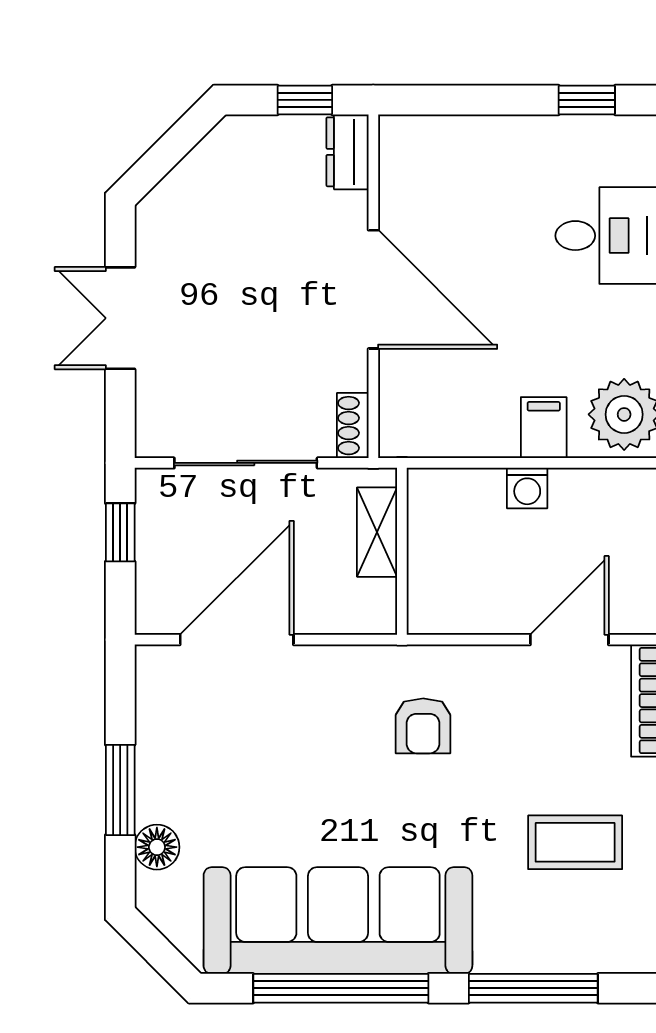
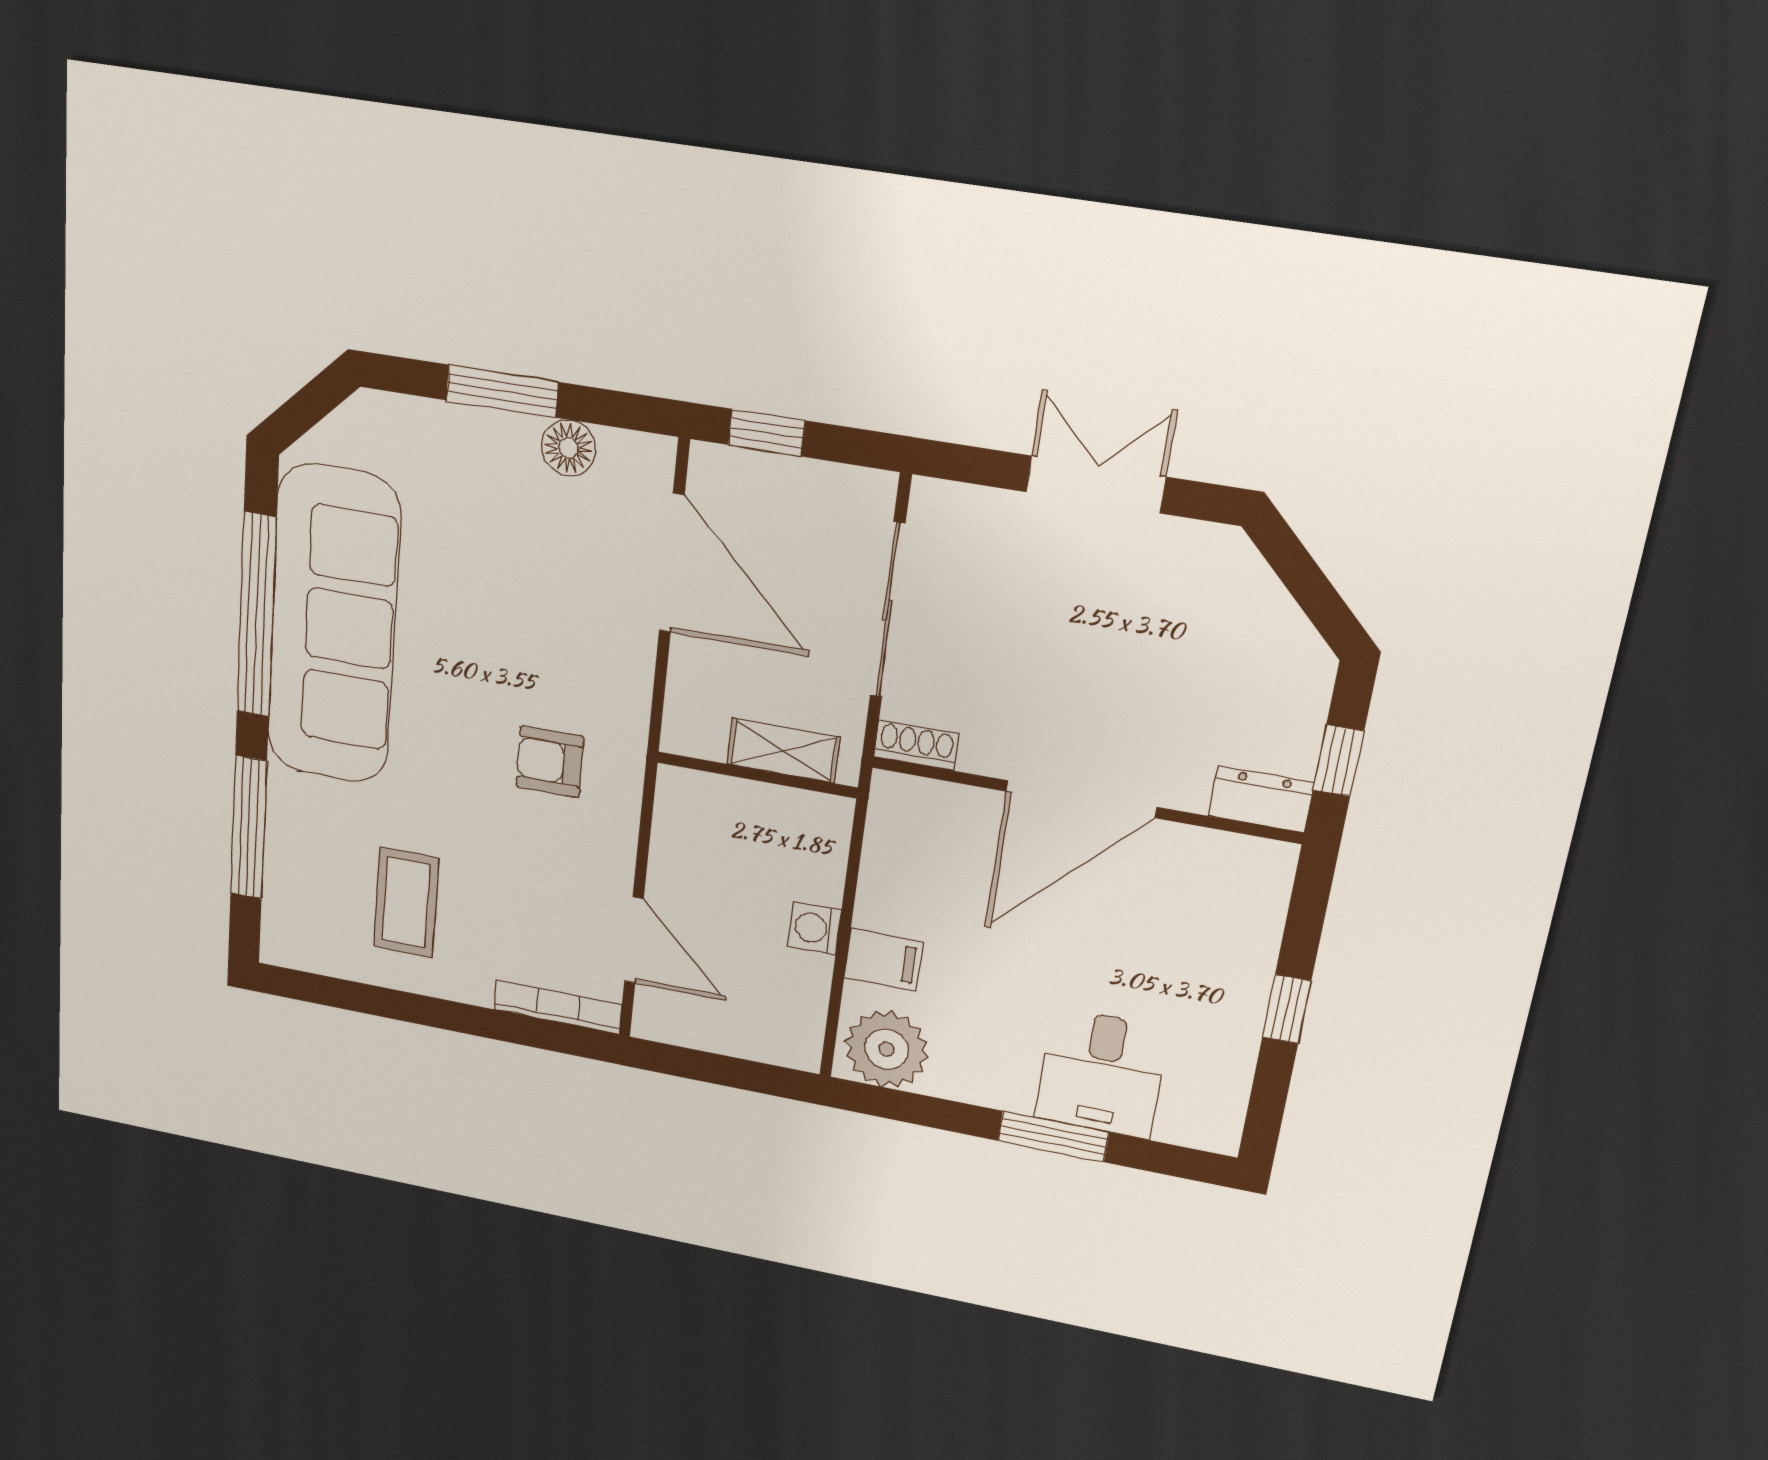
window: (587, 100) -> (1287, 1009), moved
window: (120, 532) -> (767, 433), moved
floor lamp: (157, 847) -> (568, 448), moved

